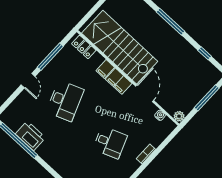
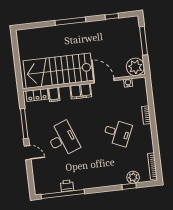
filing cabinet: (105, 69) -> (54, 95), moved
plant: (179, 116) -> (135, 67), width x1.87, depth x1.87
printer: (30, 136) -> (67, 186), width x0.53, depth x0.68
desk: (110, 142) -> (117, 133), turned 45

